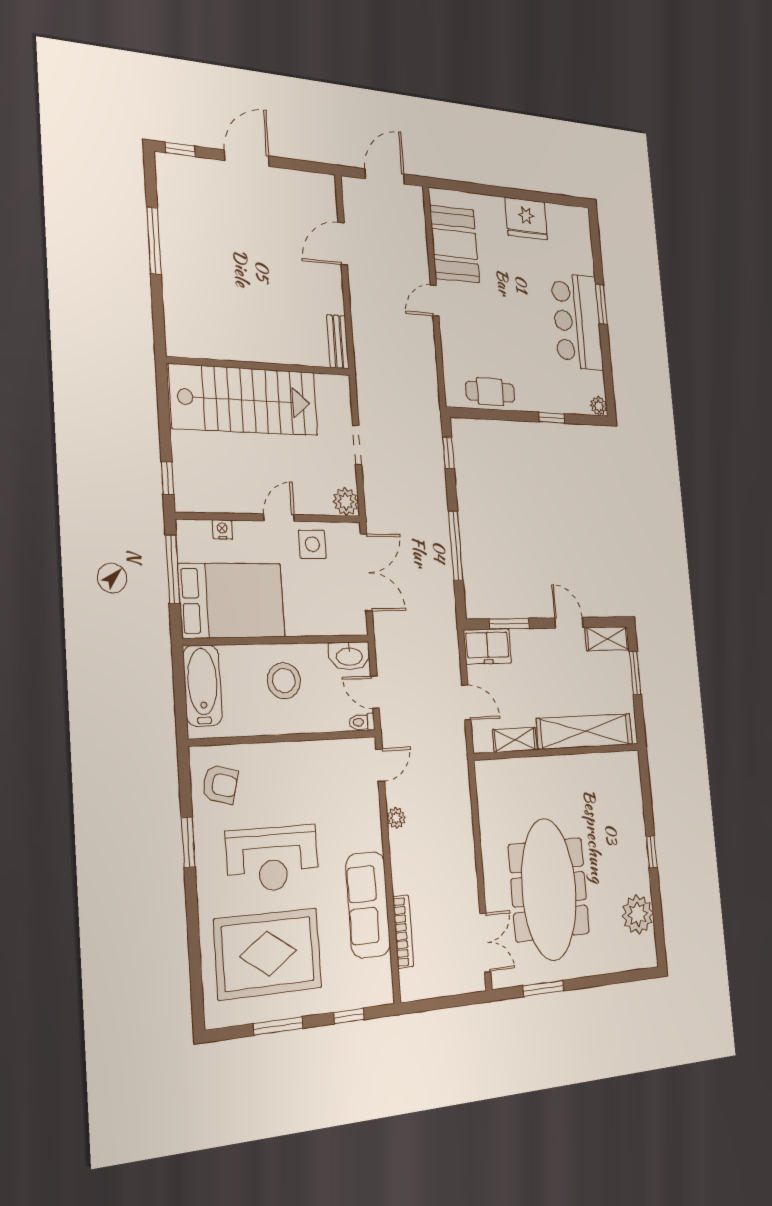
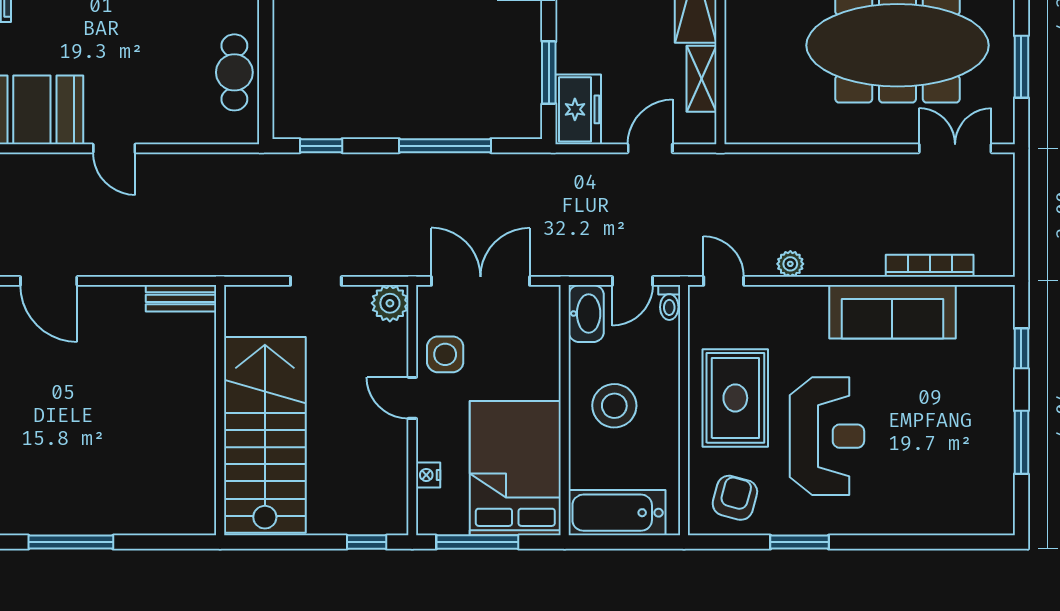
rug: (268, 954) -> (735, 398), moved, width x0.73, depth x0.69

